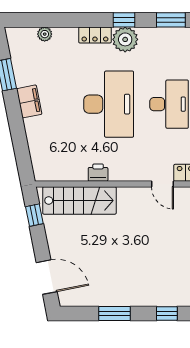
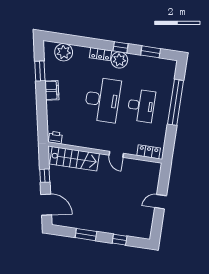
plant: (45, 34) -> (64, 52), width x1.88, depth x1.88
printer: (98, 173) -> (55, 138), moved
door: (163, 184) -> (116, 154), moved
window: (34, 215) -> (45, 176), moved

